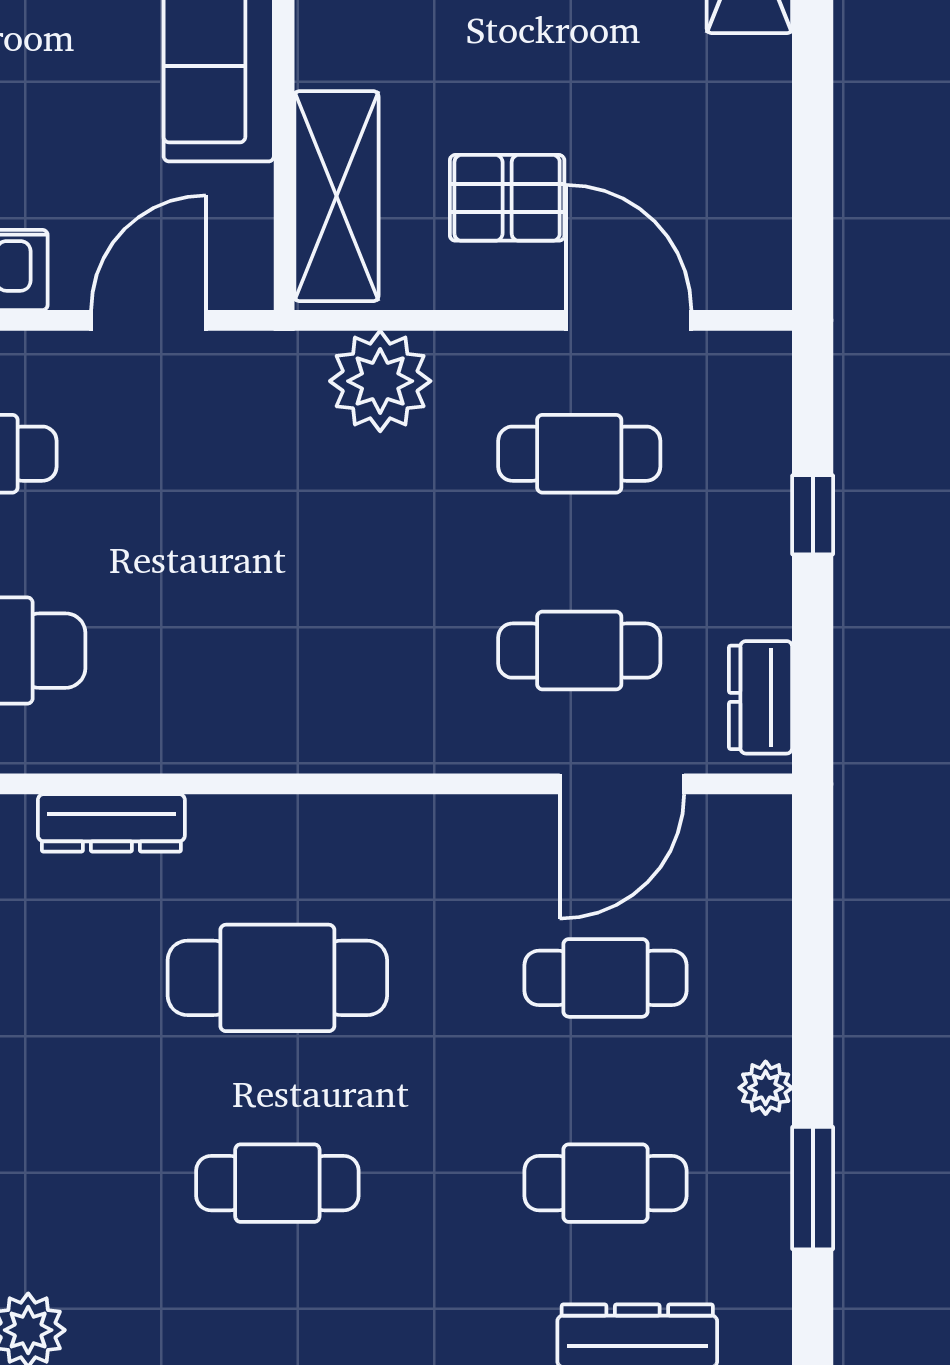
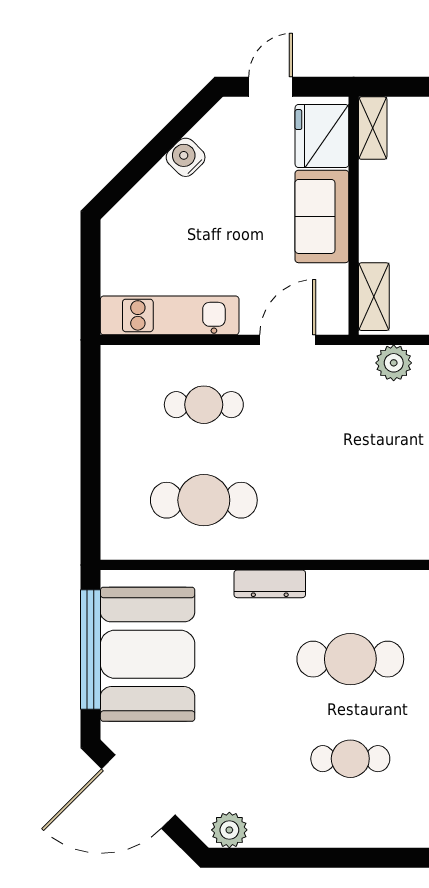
shelving: (336, 196) -> (374, 297), width x0.67, depth x0.75
plant: (380, 381) -> (394, 363), width x0.73, depth x0.73

